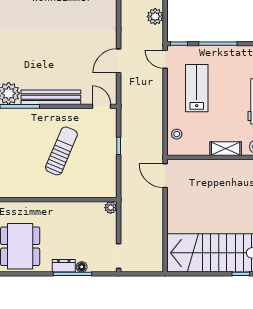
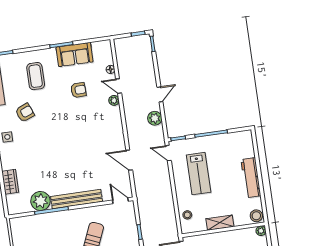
door: (119, 61) -> (129, 160), hinge flipped
lab bench: (197, 88) -> (199, 174), turned 180
shelving: (226, 149) -> (220, 223), moved

